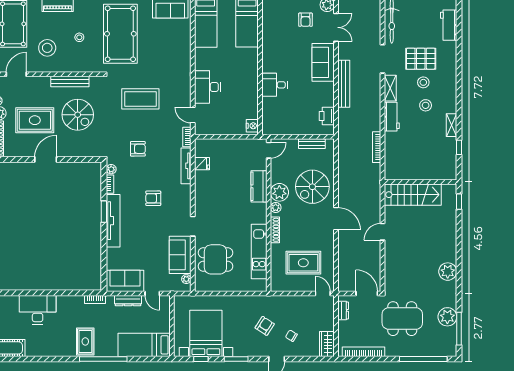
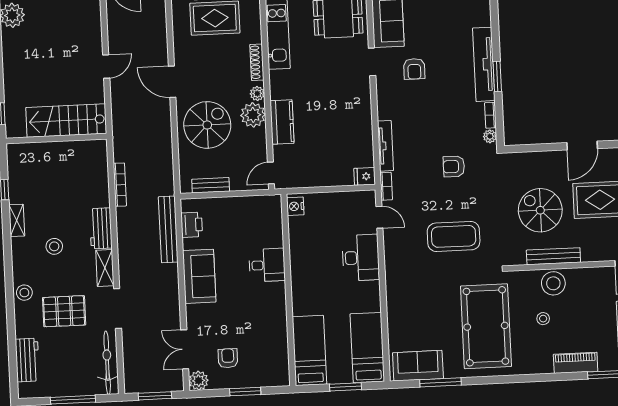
stool: (47, 48) -> (553, 283), moved
sofa: (323, 62) -> (199, 276), moved
stool: (423, 82) -> (24, 293), moved
bench: (344, 84) -> (168, 229), moved
fridge: (202, 164) -> (365, 176), moved
armchair: (153, 198) -> (414, 69), moved, turned 90

